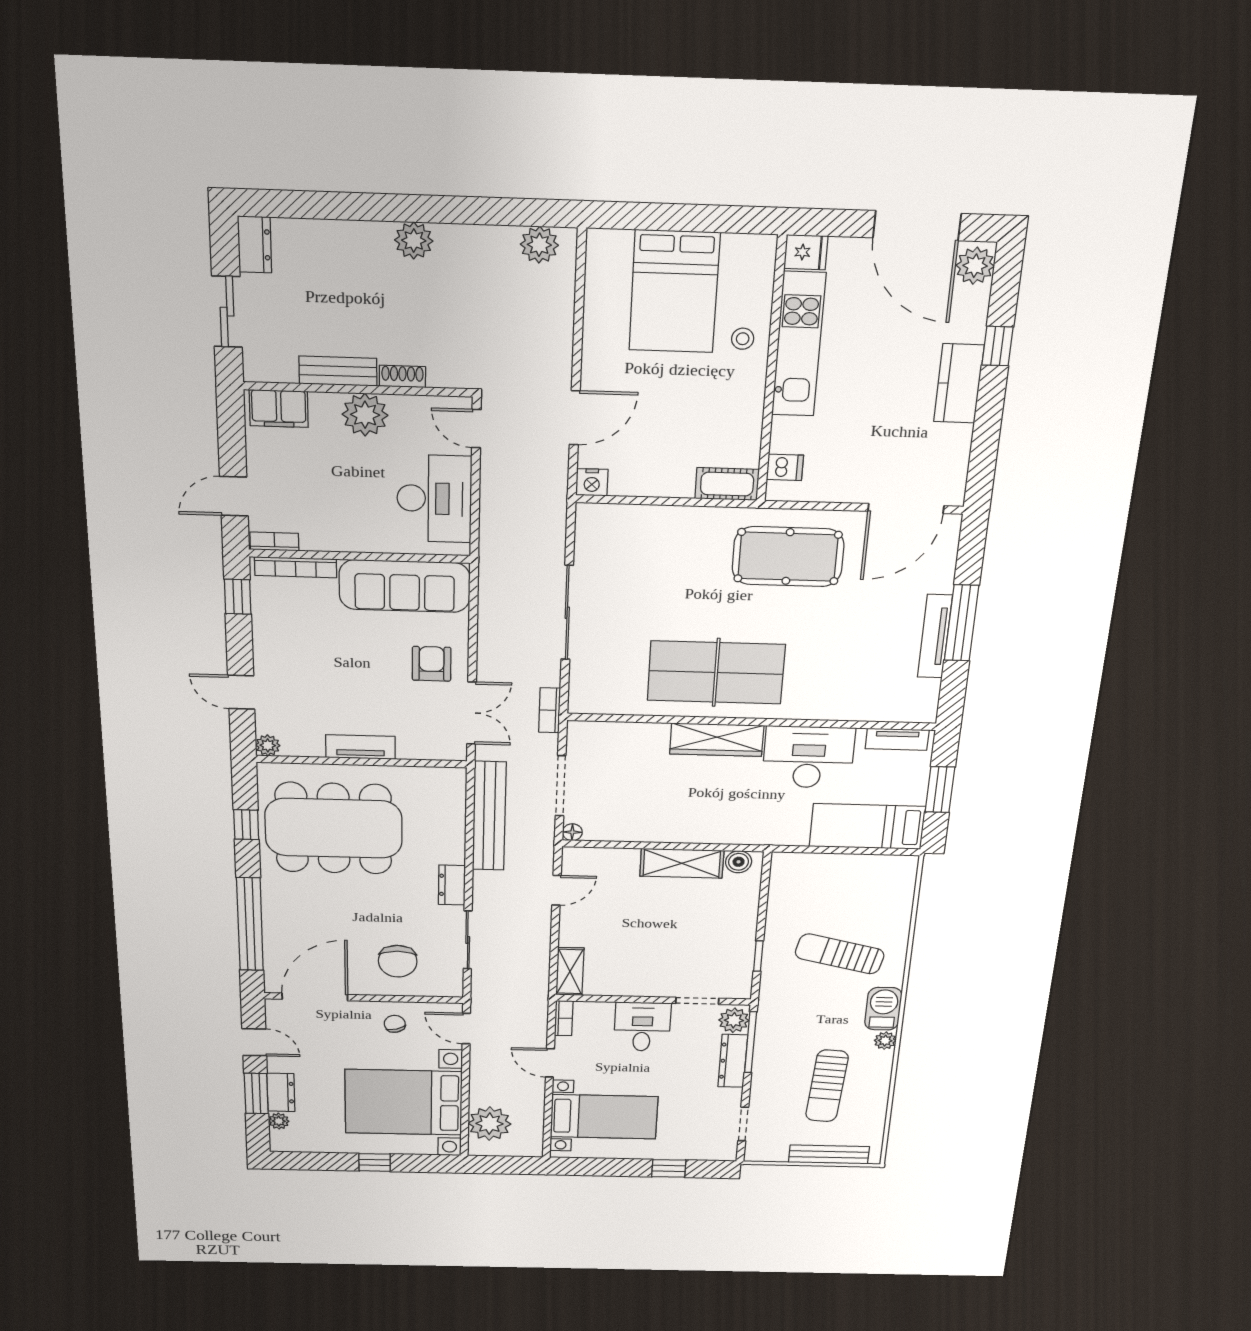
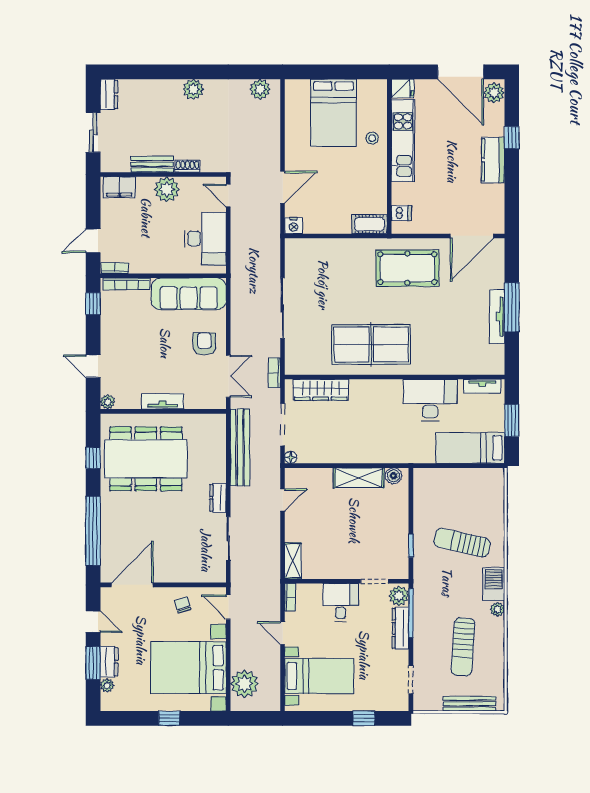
wardrobe: (717, 740) -> (321, 390), moved
chair: (398, 961) -> (185, 556), removed

